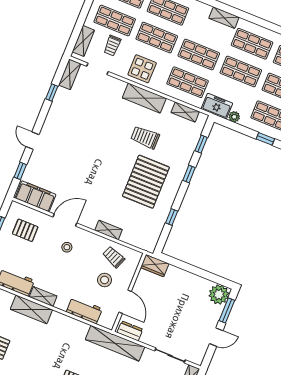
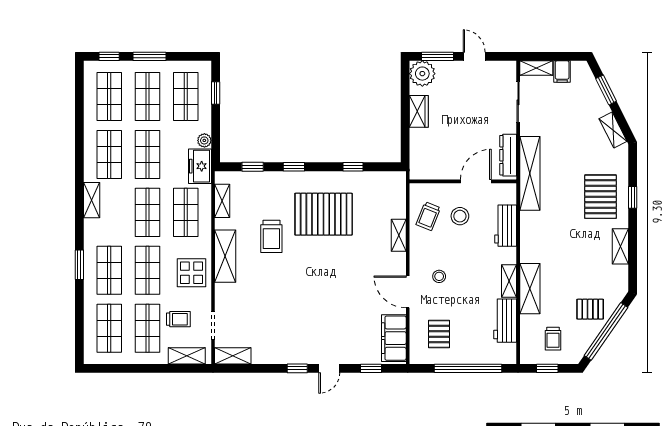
window: (52, 93) -> (297, 368), moved
wardrobe: (155, 266) -> (419, 111), moved
dresser: (130, 331) -> (508, 155), width x1.44

